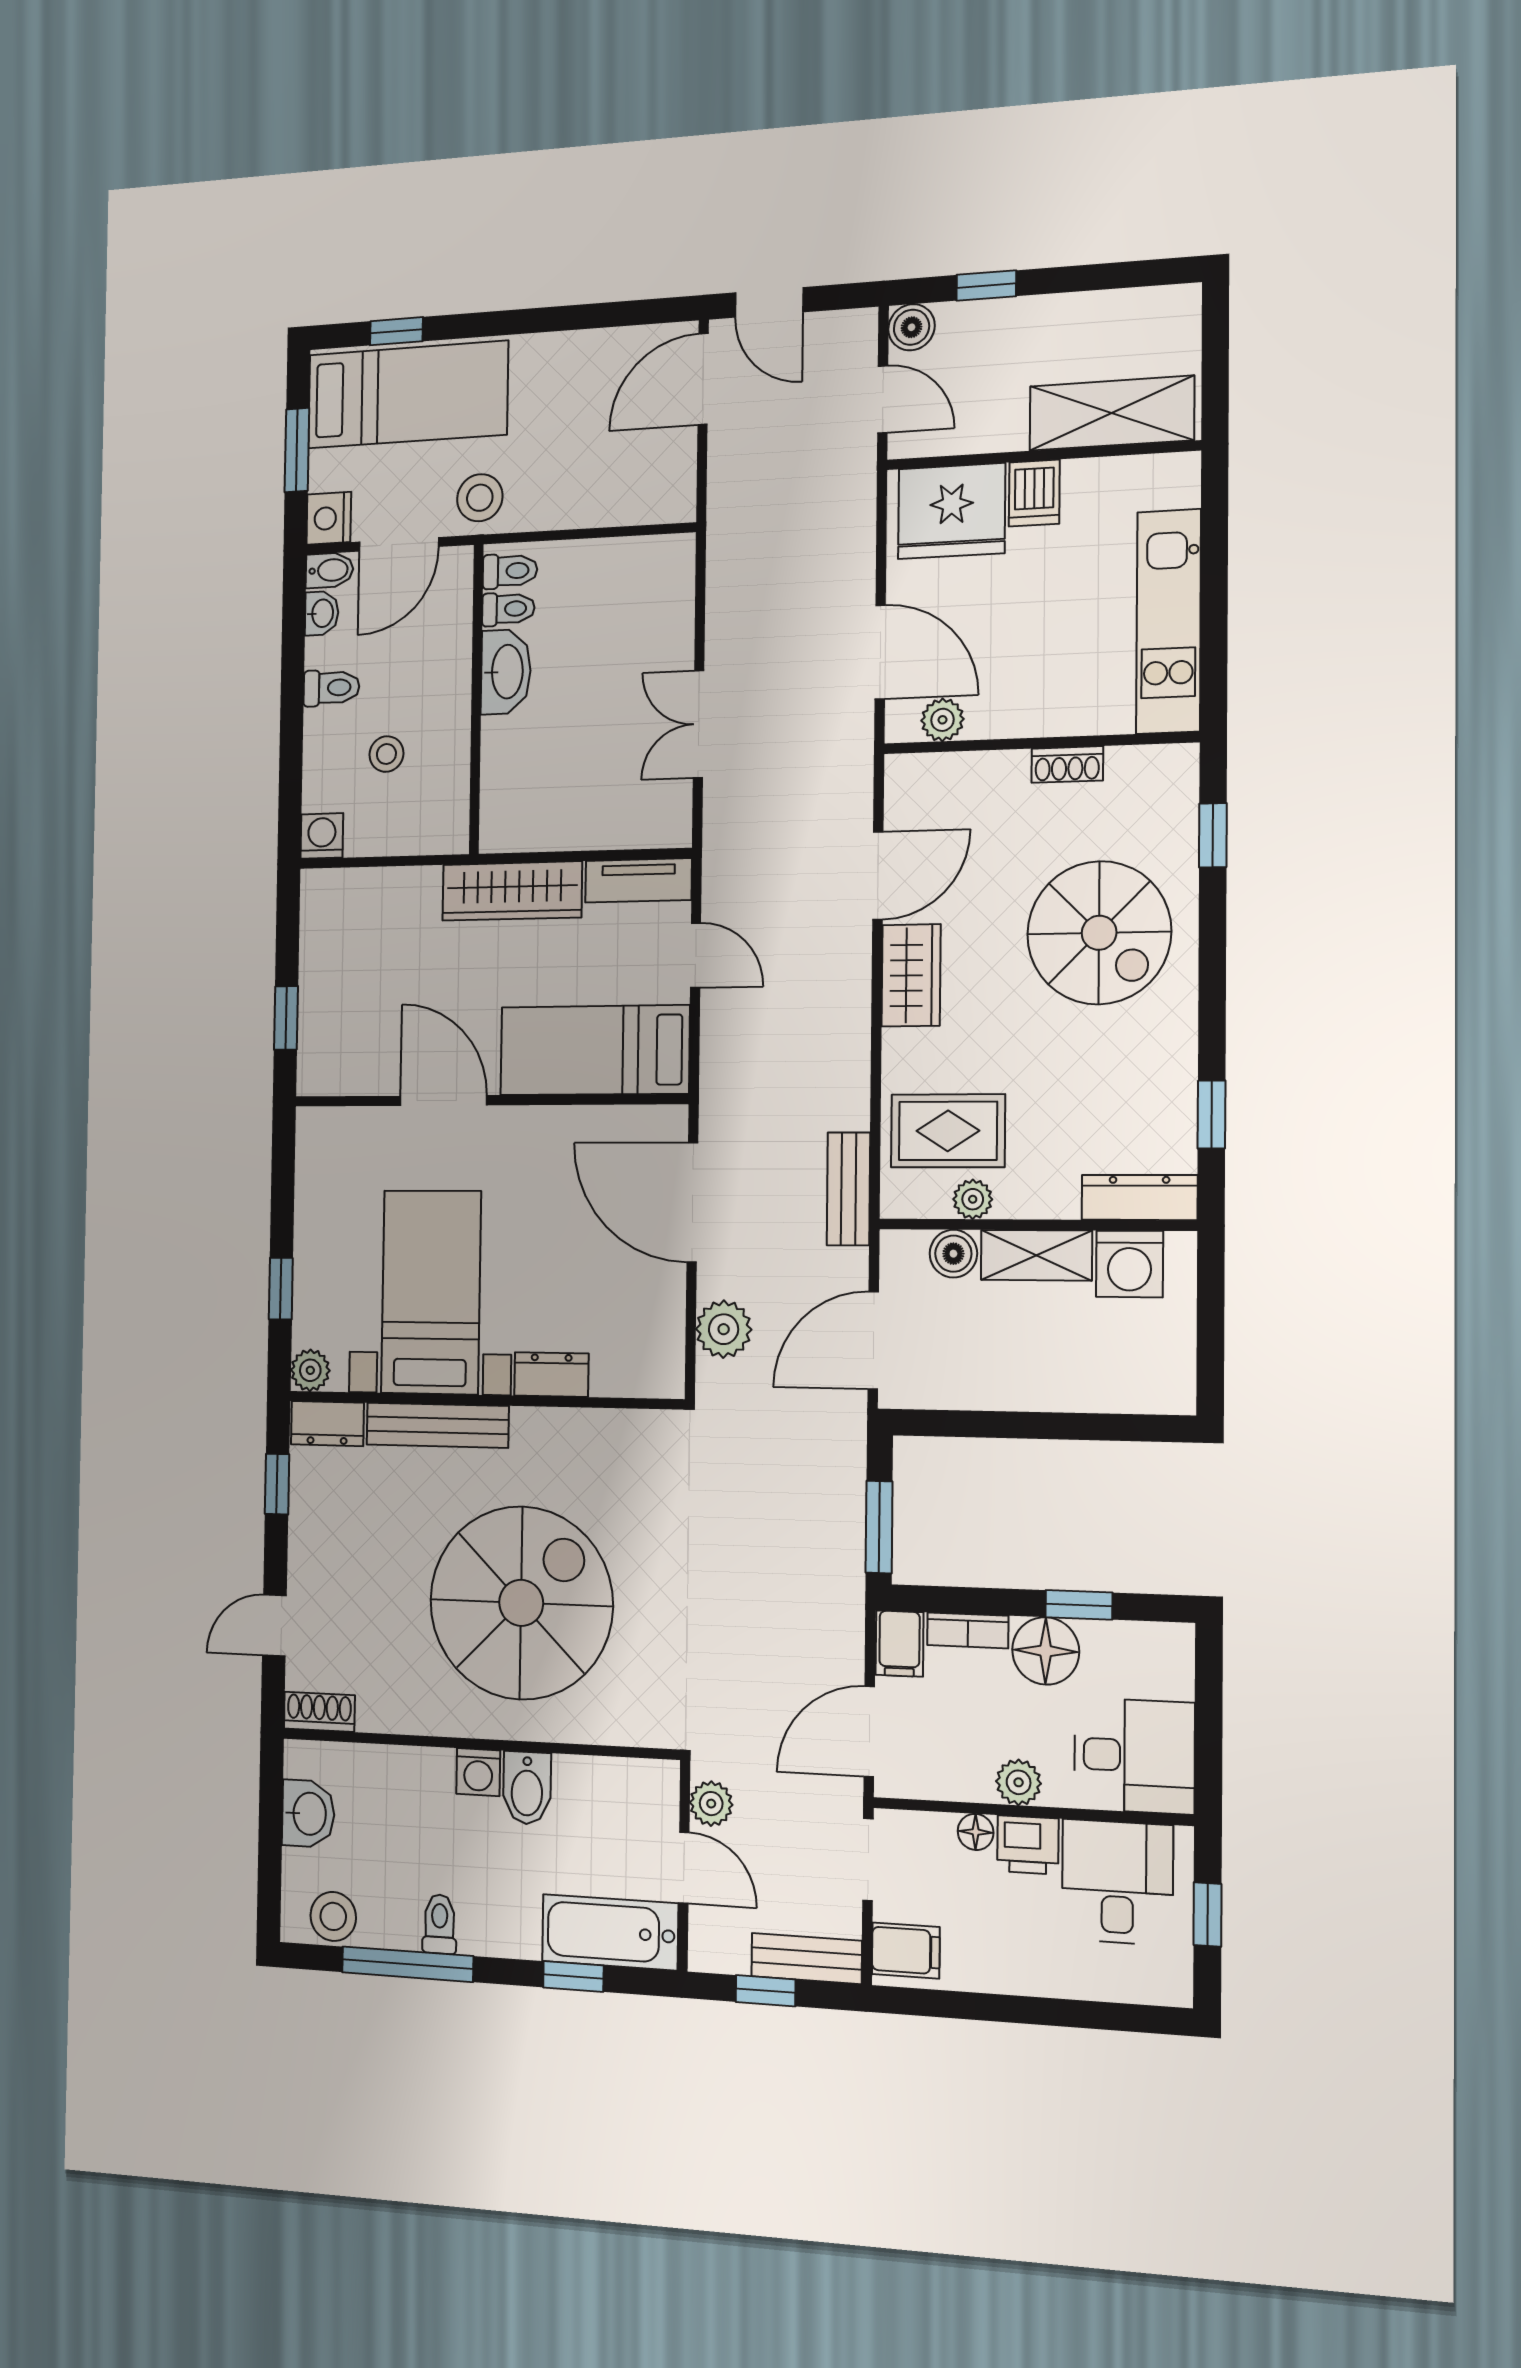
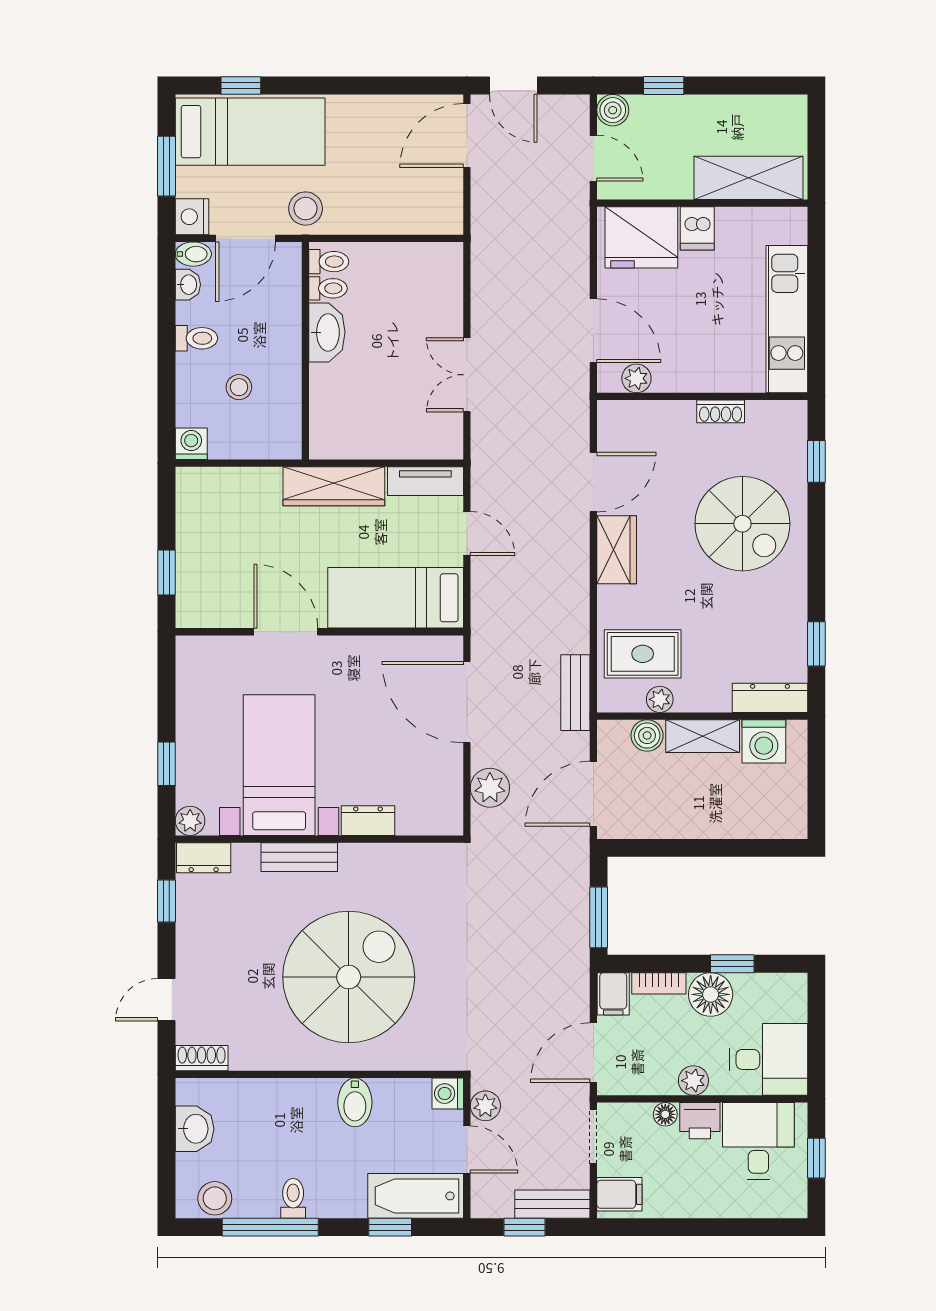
bench: (437, 1425) -> (299, 857), width x0.73
washing machine: (478, 1772) -> (448, 1094), moved, turned 90

